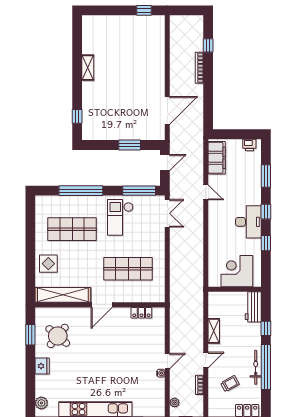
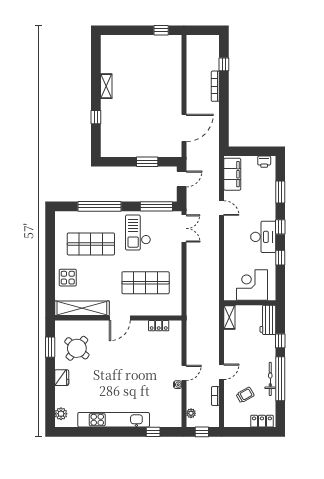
window: (77, 116) -> (96, 117), moved
shelving: (214, 331) -> (229, 317), moved

